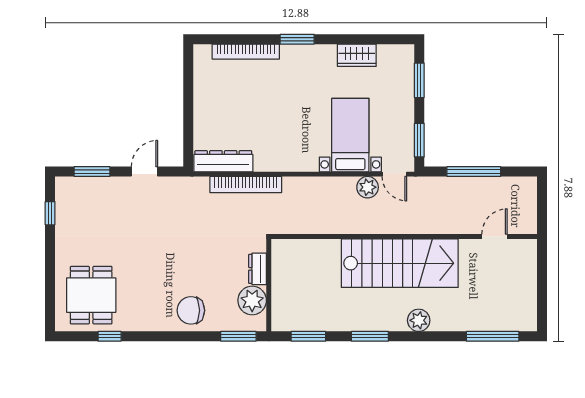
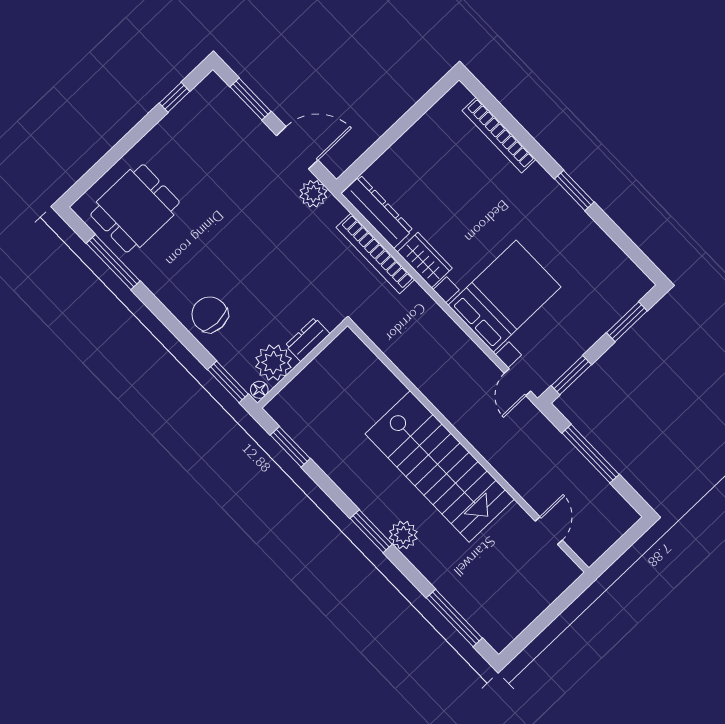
window: (297, 39) -> (574, 190), moved
wardrobe: (357, 55) -> (425, 260), moved, turned 180
bed with nightstands: (350, 135) -> (505, 296), width x1.36
door: (144, 172) -> (297, 148), width x1.38
plant: (368, 187) -> (313, 194), moved
door: (494, 236) -> (549, 531), hinge flipped
floor lamp: (260, 323) -> (259, 390), added
window: (110, 336) -> (113, 262), width x2.17
window: (370, 336) -> (371, 531), moved

